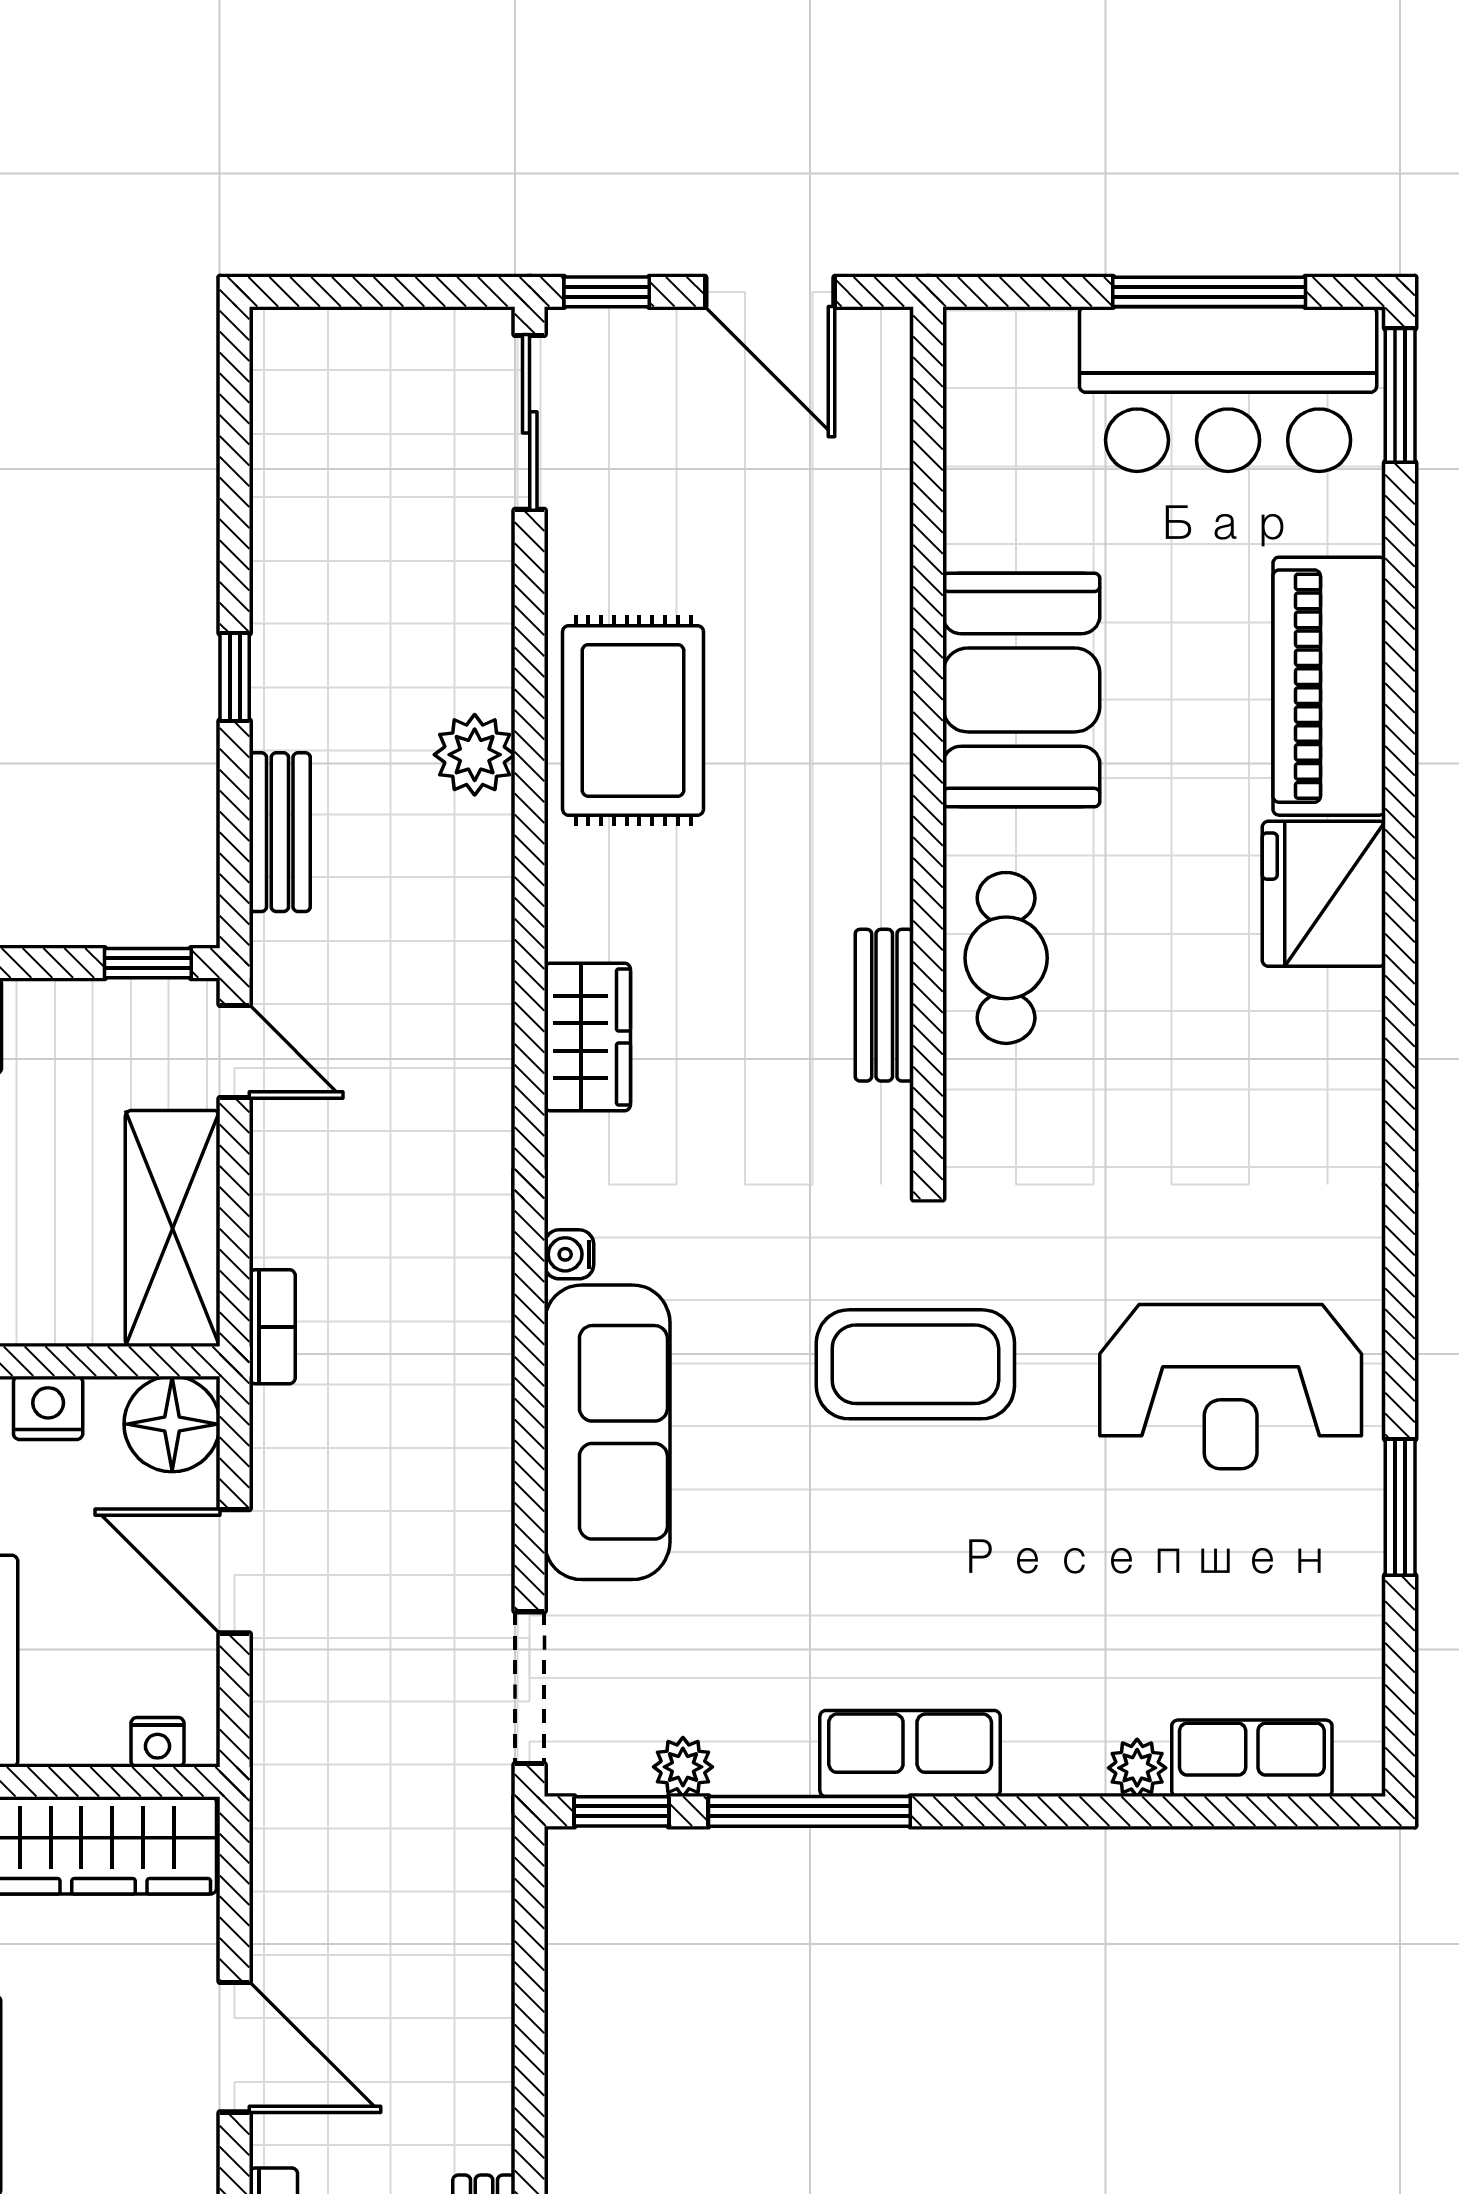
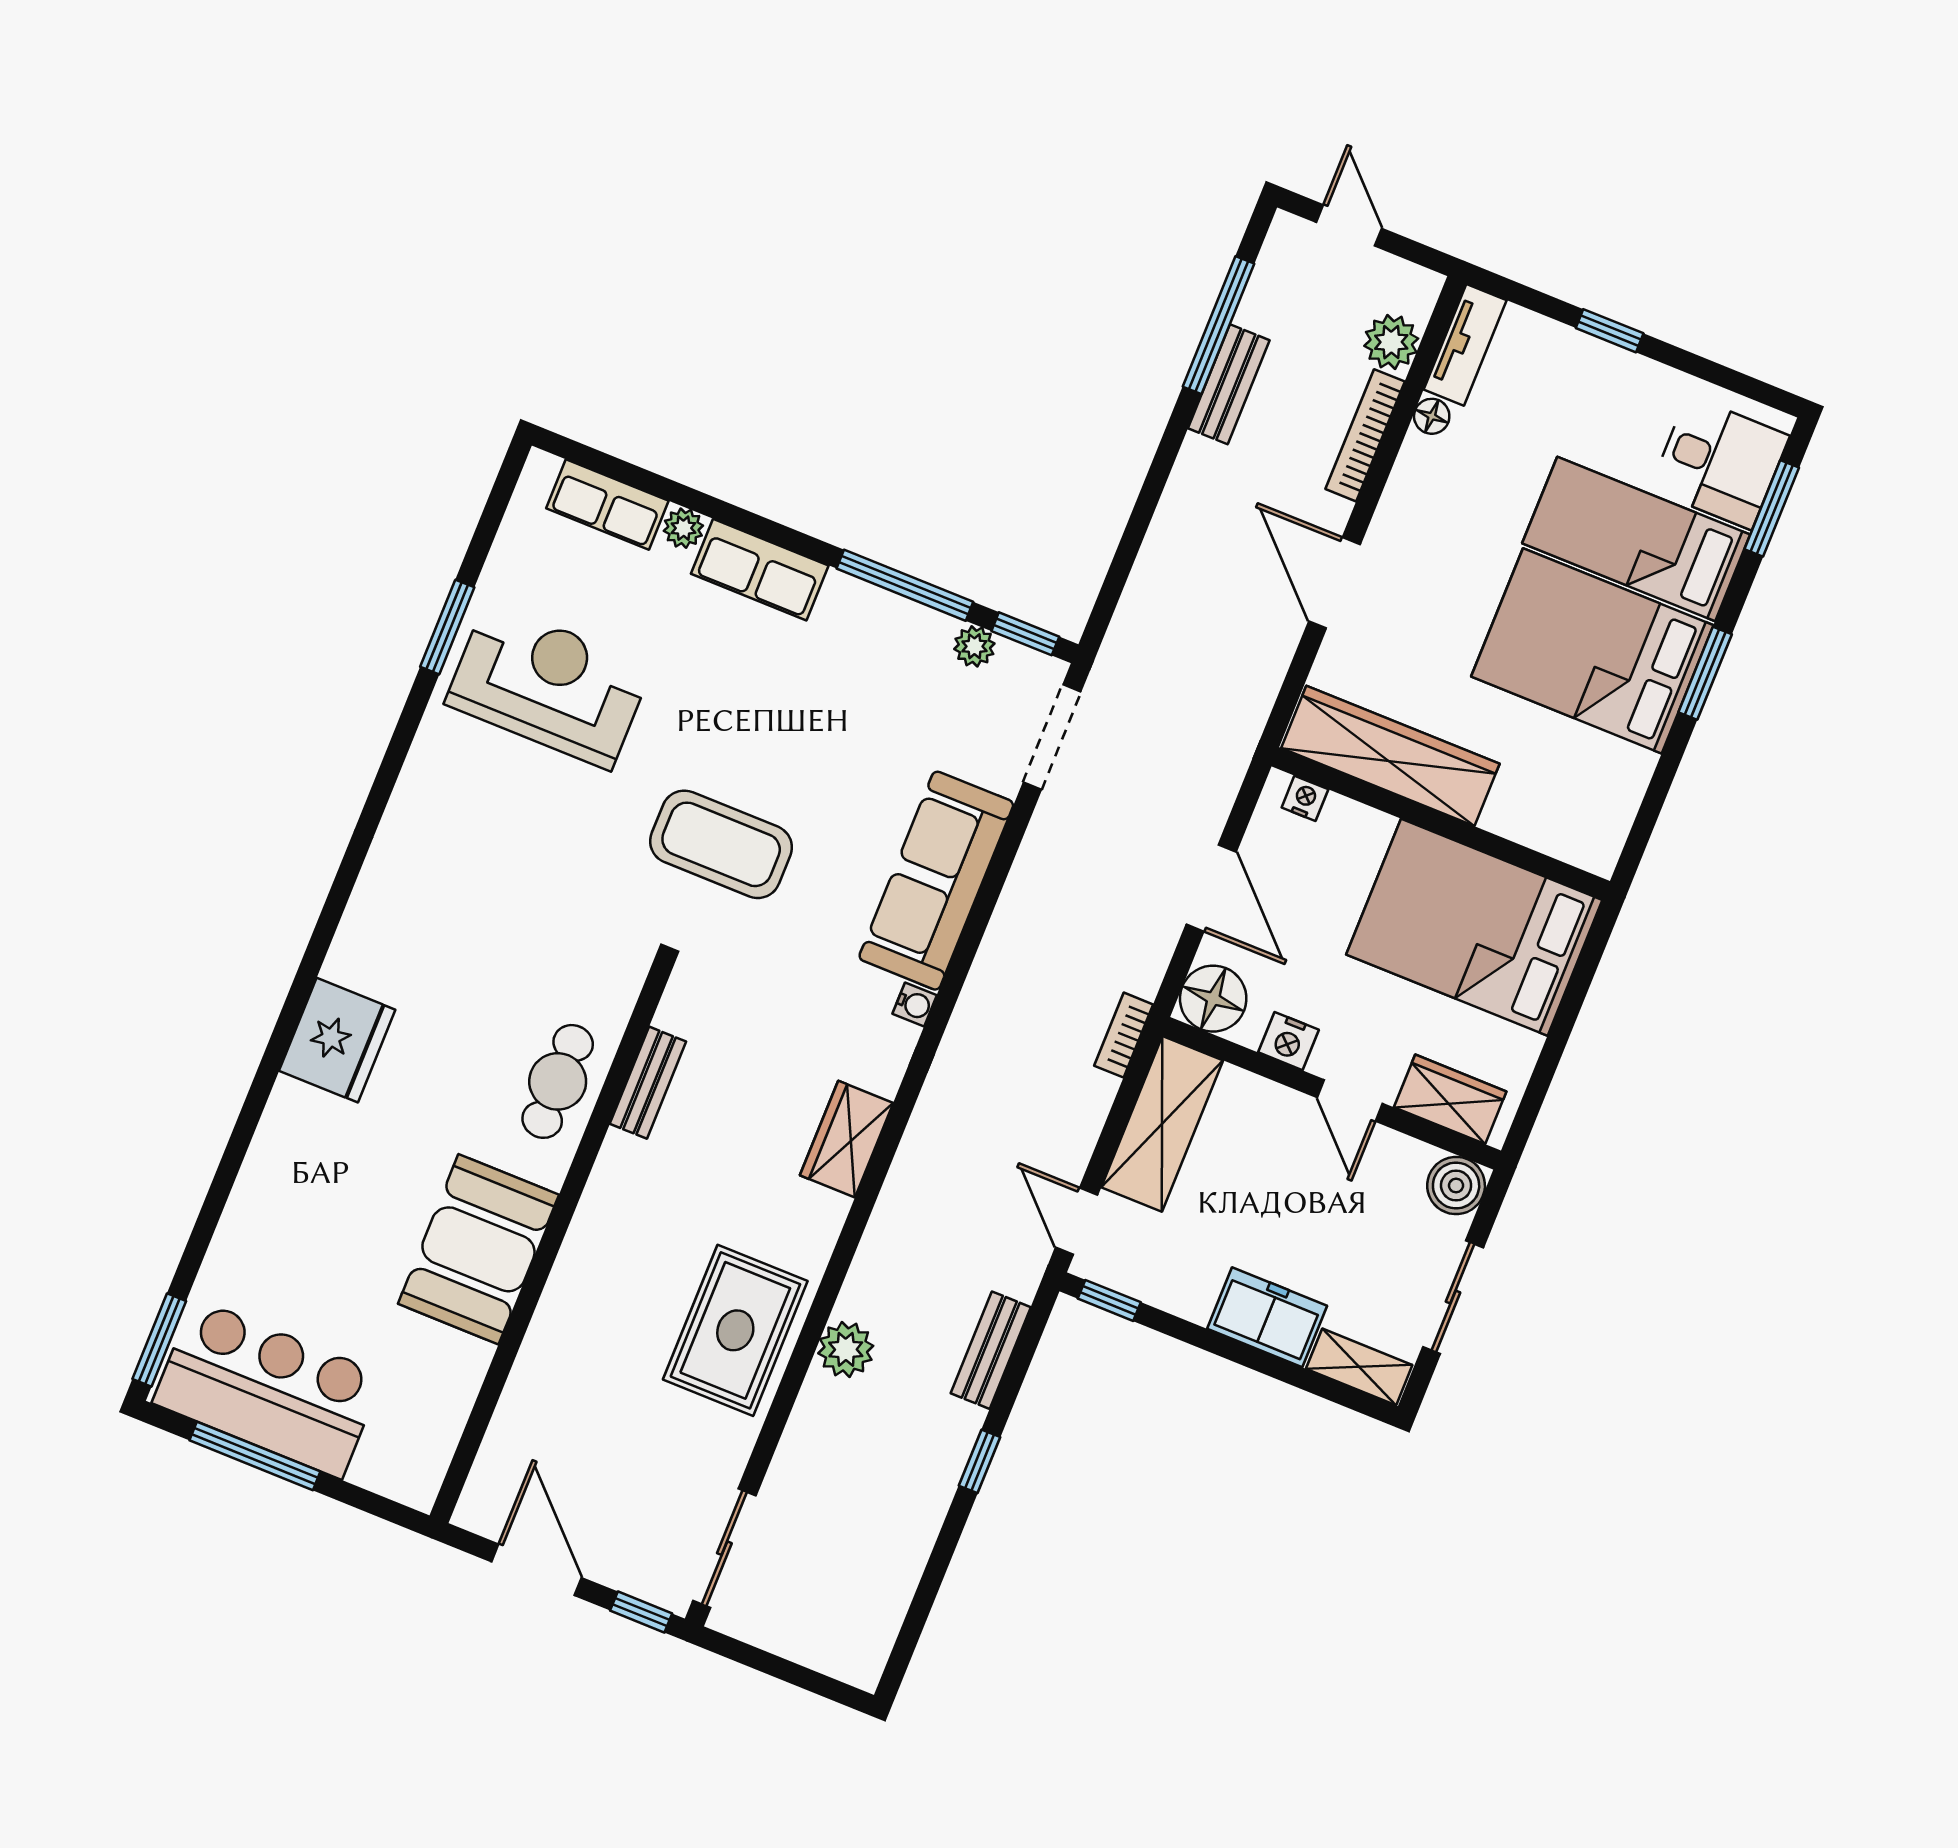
piano: (1329, 686) -> (280, 1172), removed
reception desk: (1231, 1387) -> (549, 685), moved
row of seats: (910, 1754) -> (760, 570), moved

